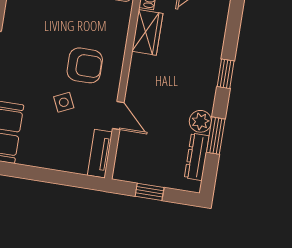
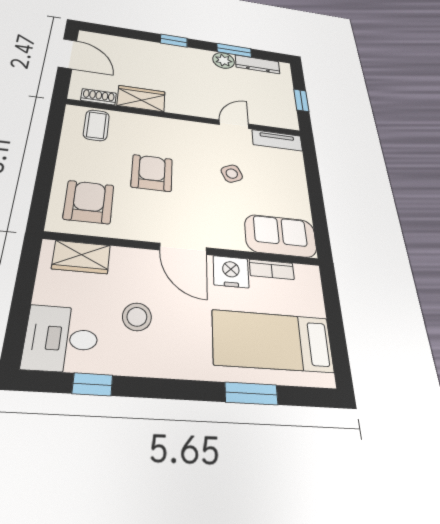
armchair: (85, 65) -> (152, 173), moved

